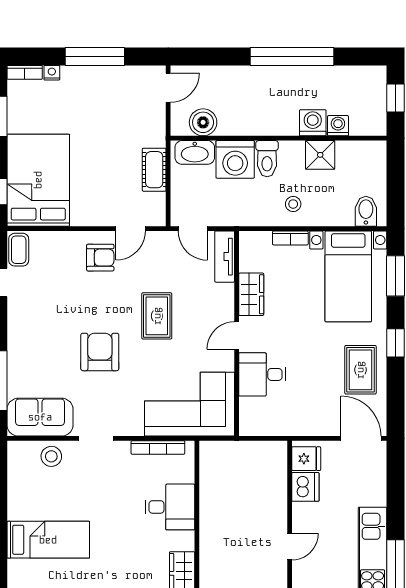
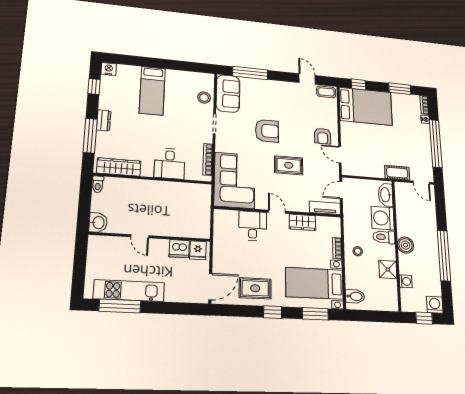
window: (95, 57) -> (436, 143), width x1.46
boiler: (203, 122) -> (406, 245), moved
washing machine: (313, 123) -> (435, 305), moved, turned -90
cot: (154, 170) -> (397, 173), moved

